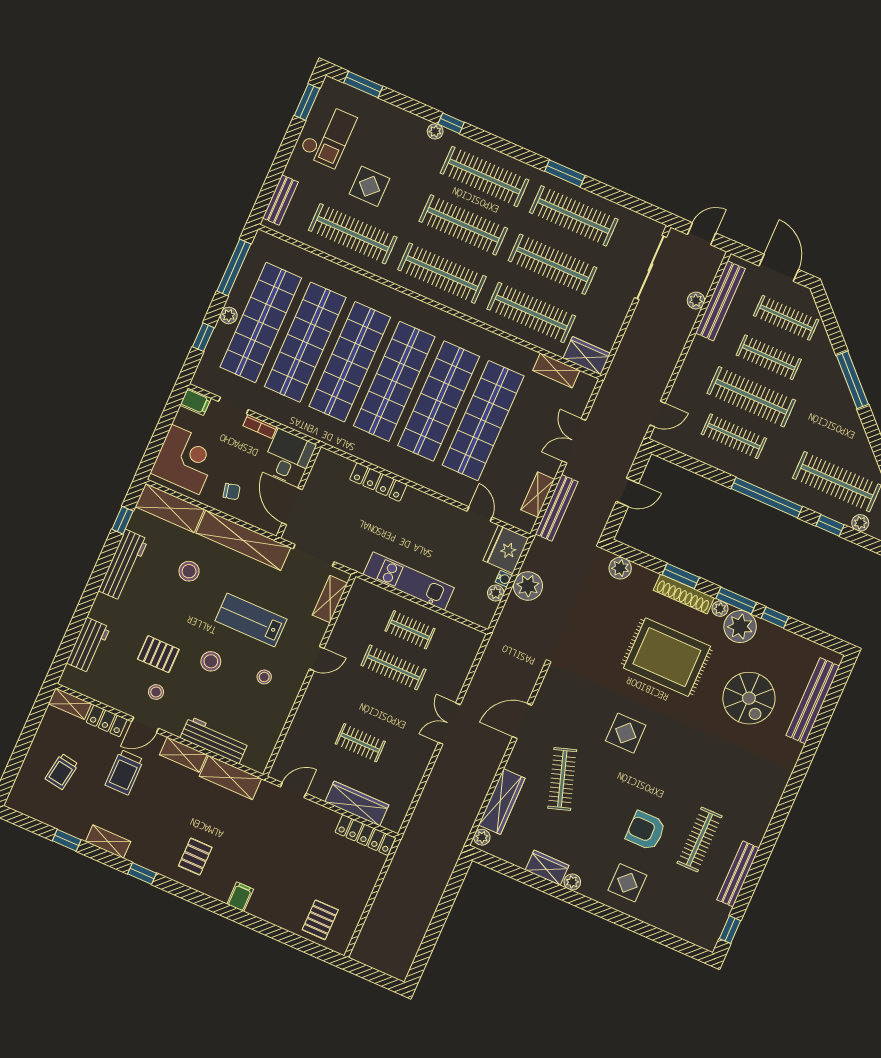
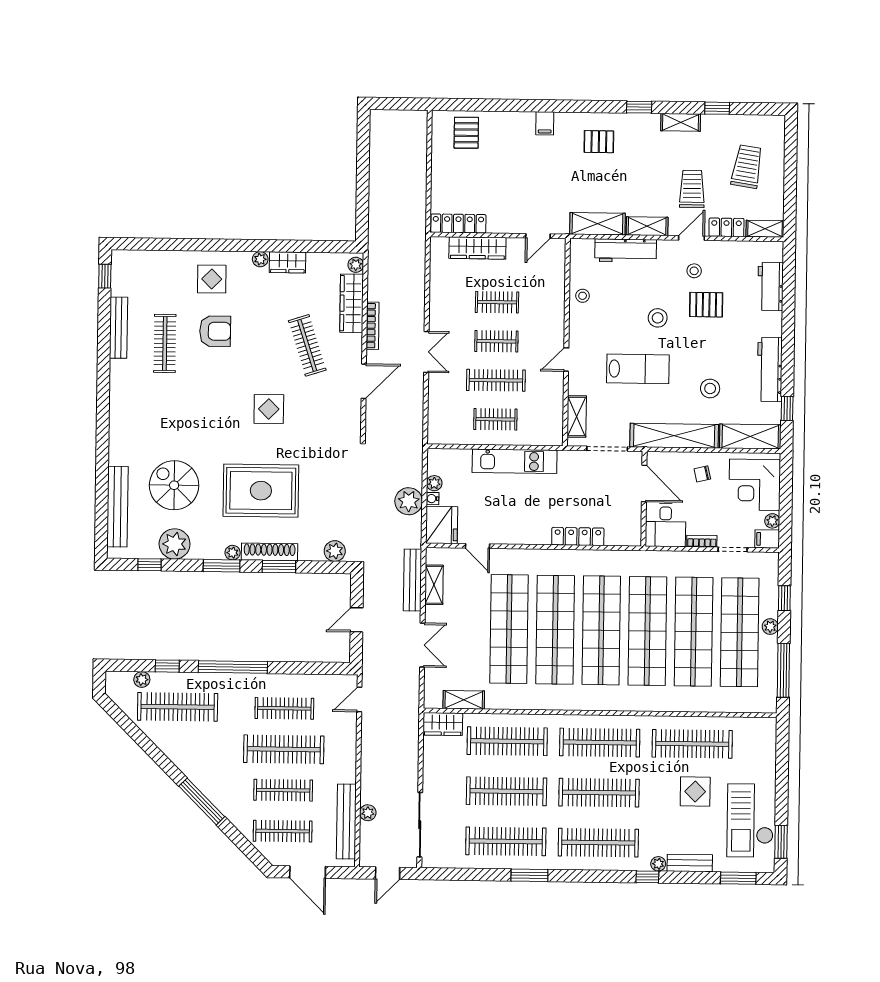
checkout: (328, 135) -> (750, 821), width x1.36, depth x1.21
bench: (280, 200) -> (690, 863), moved, turned 90
plant: (183, 417) -> (772, 521), added
window: (775, 618) -> (150, 565), moved
plant: (740, 627) -> (175, 544), moved
stool: (264, 677) -> (583, 296), moved
clothes rail: (377, 705) -> (496, 341), added
trolley: (62, 771) -> (747, 167), width x1.36, depth x1.39
bookcase: (491, 771) -> (373, 326), added
pallet: (195, 857) -> (599, 142), turned 90

